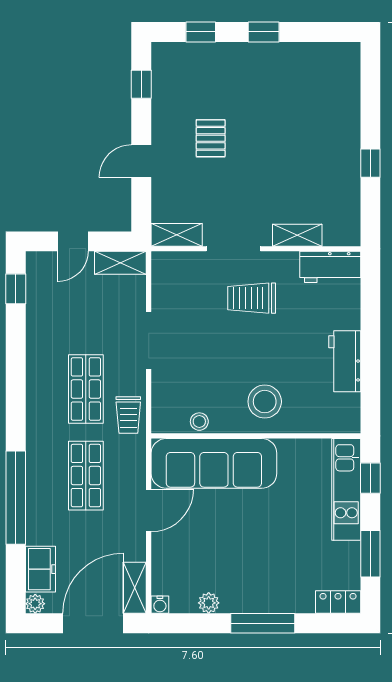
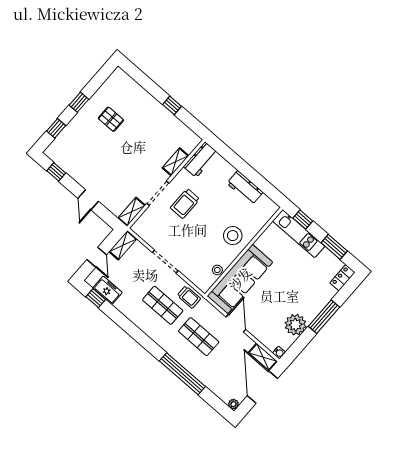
pallet: (211, 138) -> (111, 119), moved
freezer: (40, 569) -> (107, 290), moved
plant: (209, 603) -> (296, 325), width x1.88, depth x1.88

